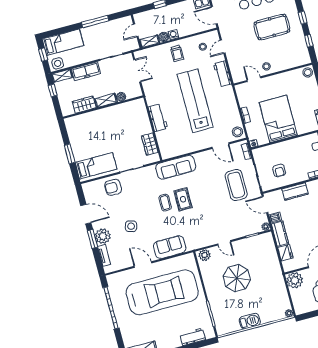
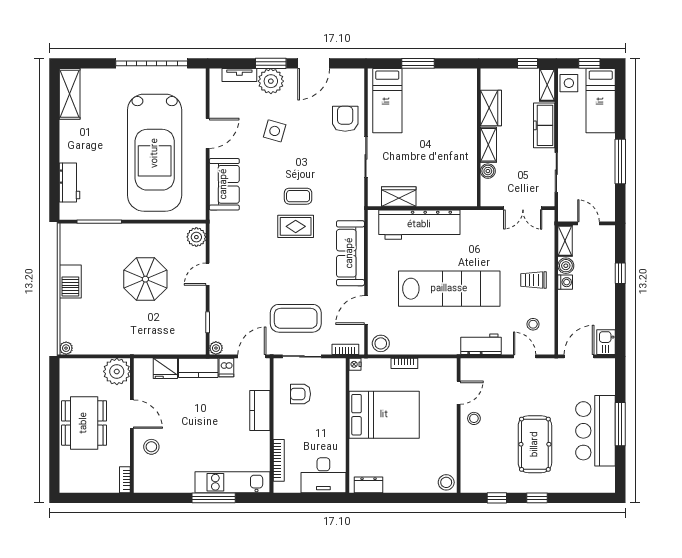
workbench: (158, 118) -> (419, 225), width x1.88, depth x1.32
sofa: (176, 167) -> (350, 253), moved

